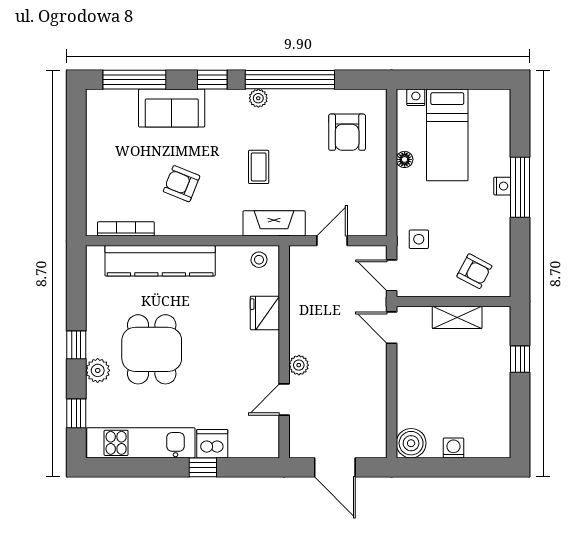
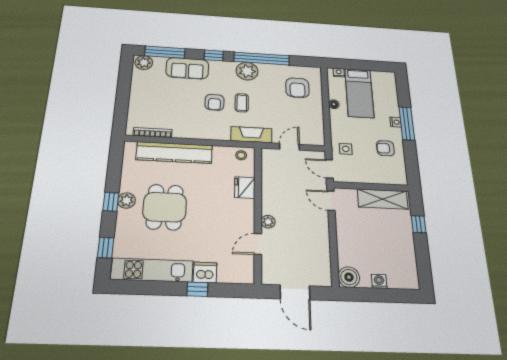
plant: (258, 98) -> (247, 71), width x1.87, depth x1.87
plant: (103, 102) -> (144, 63), added
armchair: (182, 184) -> (214, 102), moved, turned -111
armchair: (474, 271) -> (385, 148), moved, turned 152
shelving: (457, 317) -> (383, 199), width x1.50, depth x1.33
plant: (98, 370) -> (126, 201), moved

